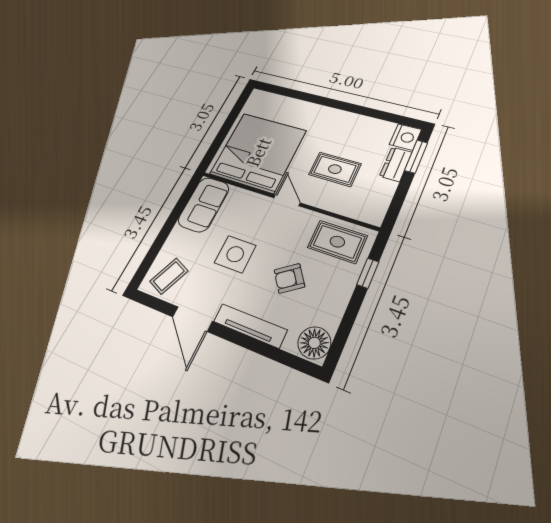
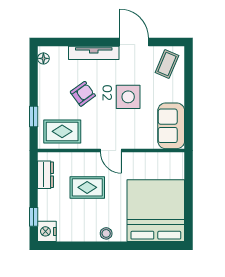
stool: (335, 117) -> (106, 233), added
bed: (258, 152) -> (156, 211), moved, turned 180
window: (416, 157) -> (34, 217), width x0.67
dresser: (396, 164) -> (46, 175), moved
floor lamp: (314, 343) -> (43, 58), width x0.53, depth x0.53

